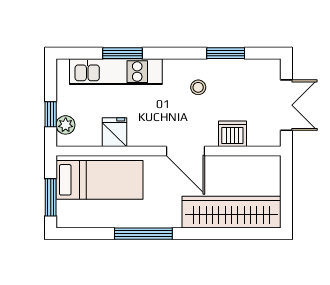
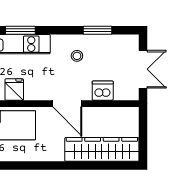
window: (143, 234) -> (36, 166), removed

